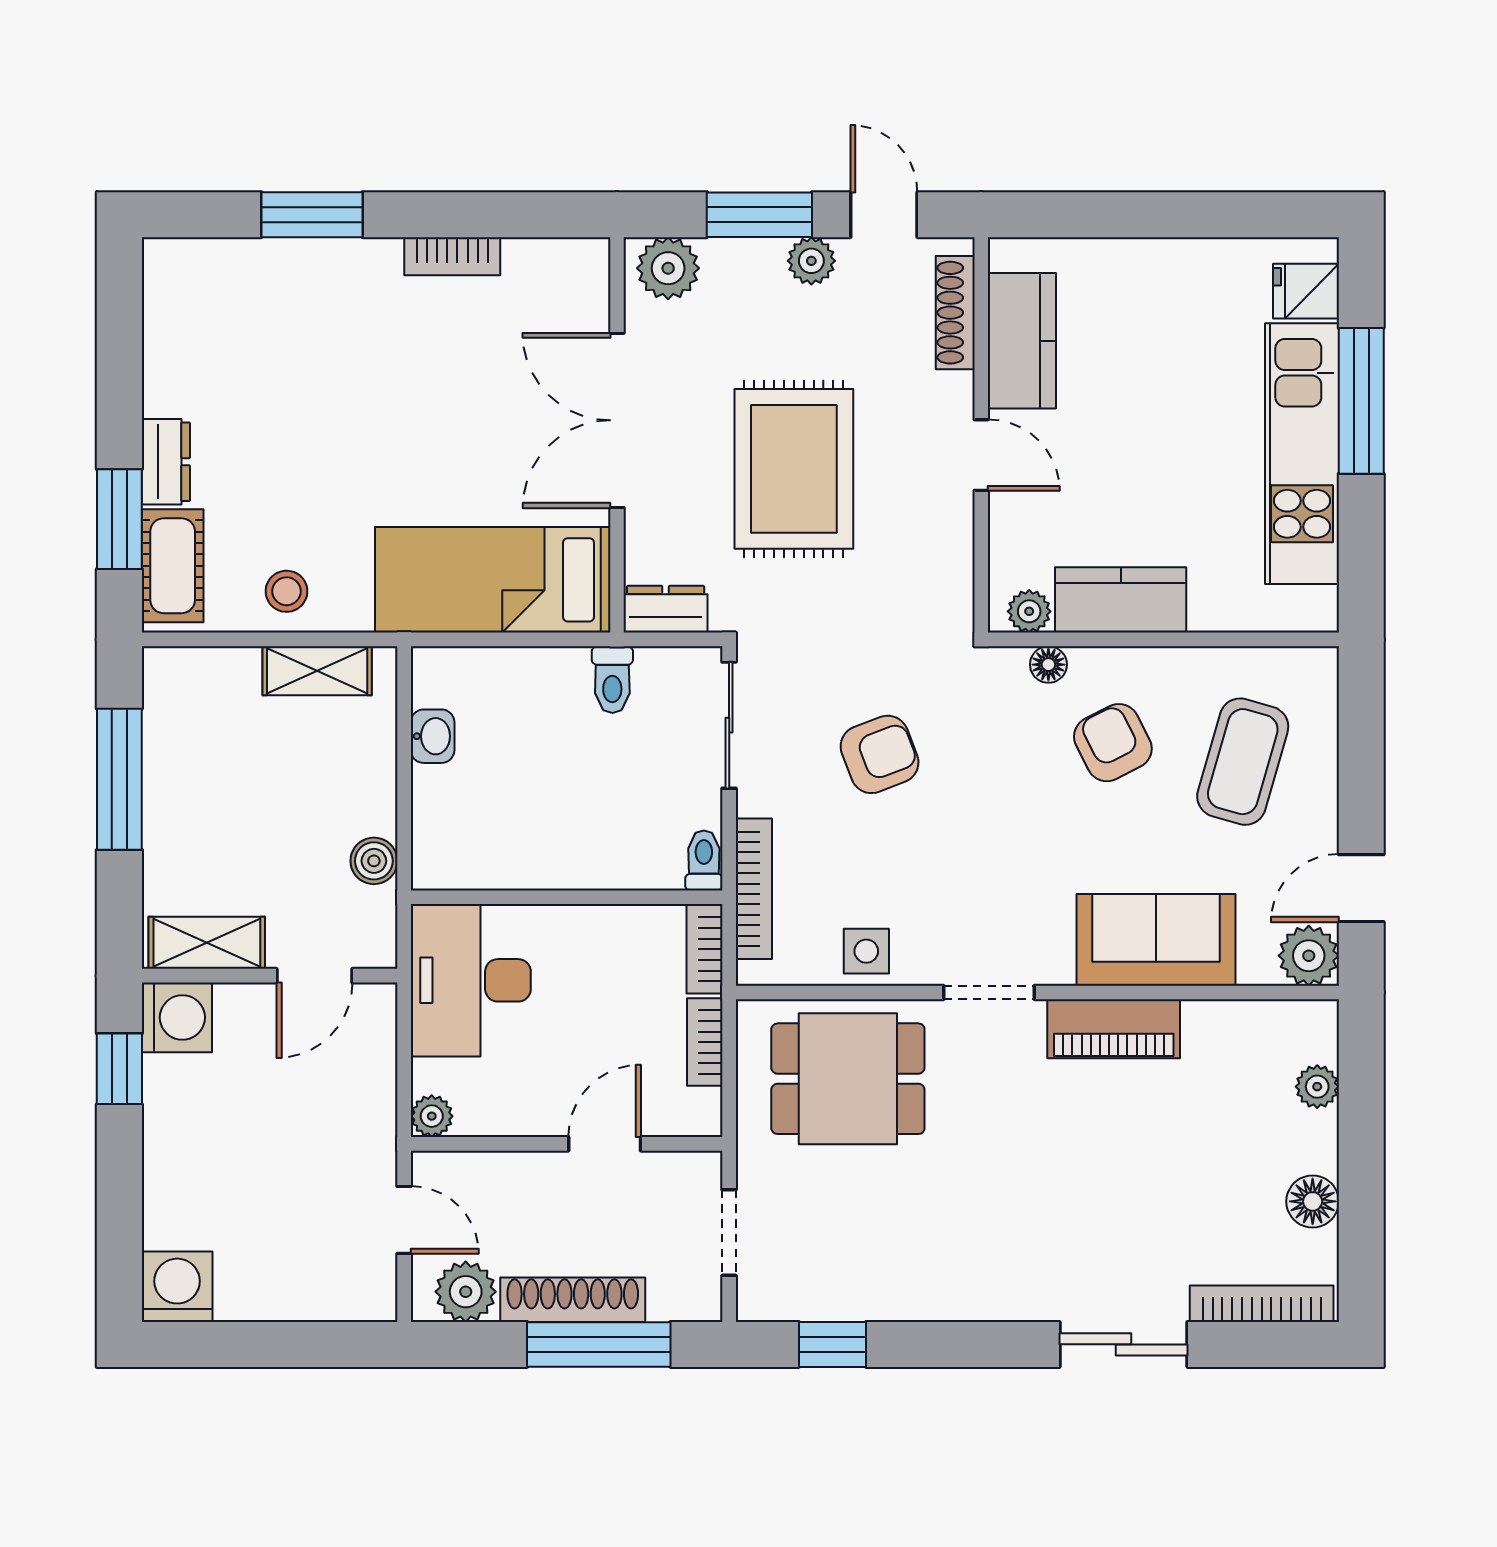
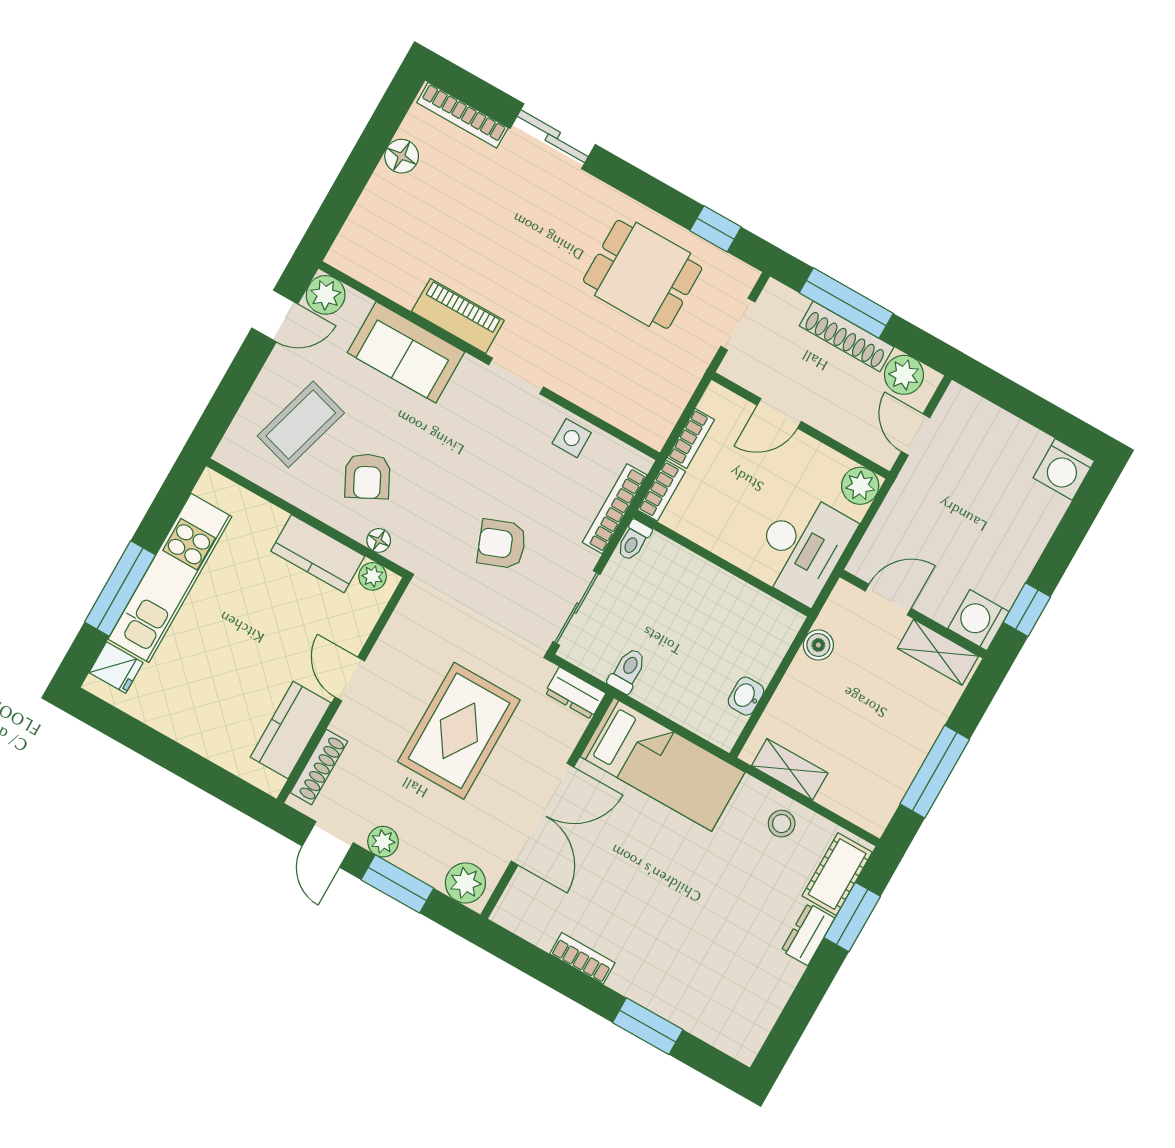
dining table: (848, 1079) -> (643, 274), moved
plant: (1317, 1087) -> (362, 219), removed
plant: (432, 1116) -> (860, 486), width x1.38, depth x1.38

